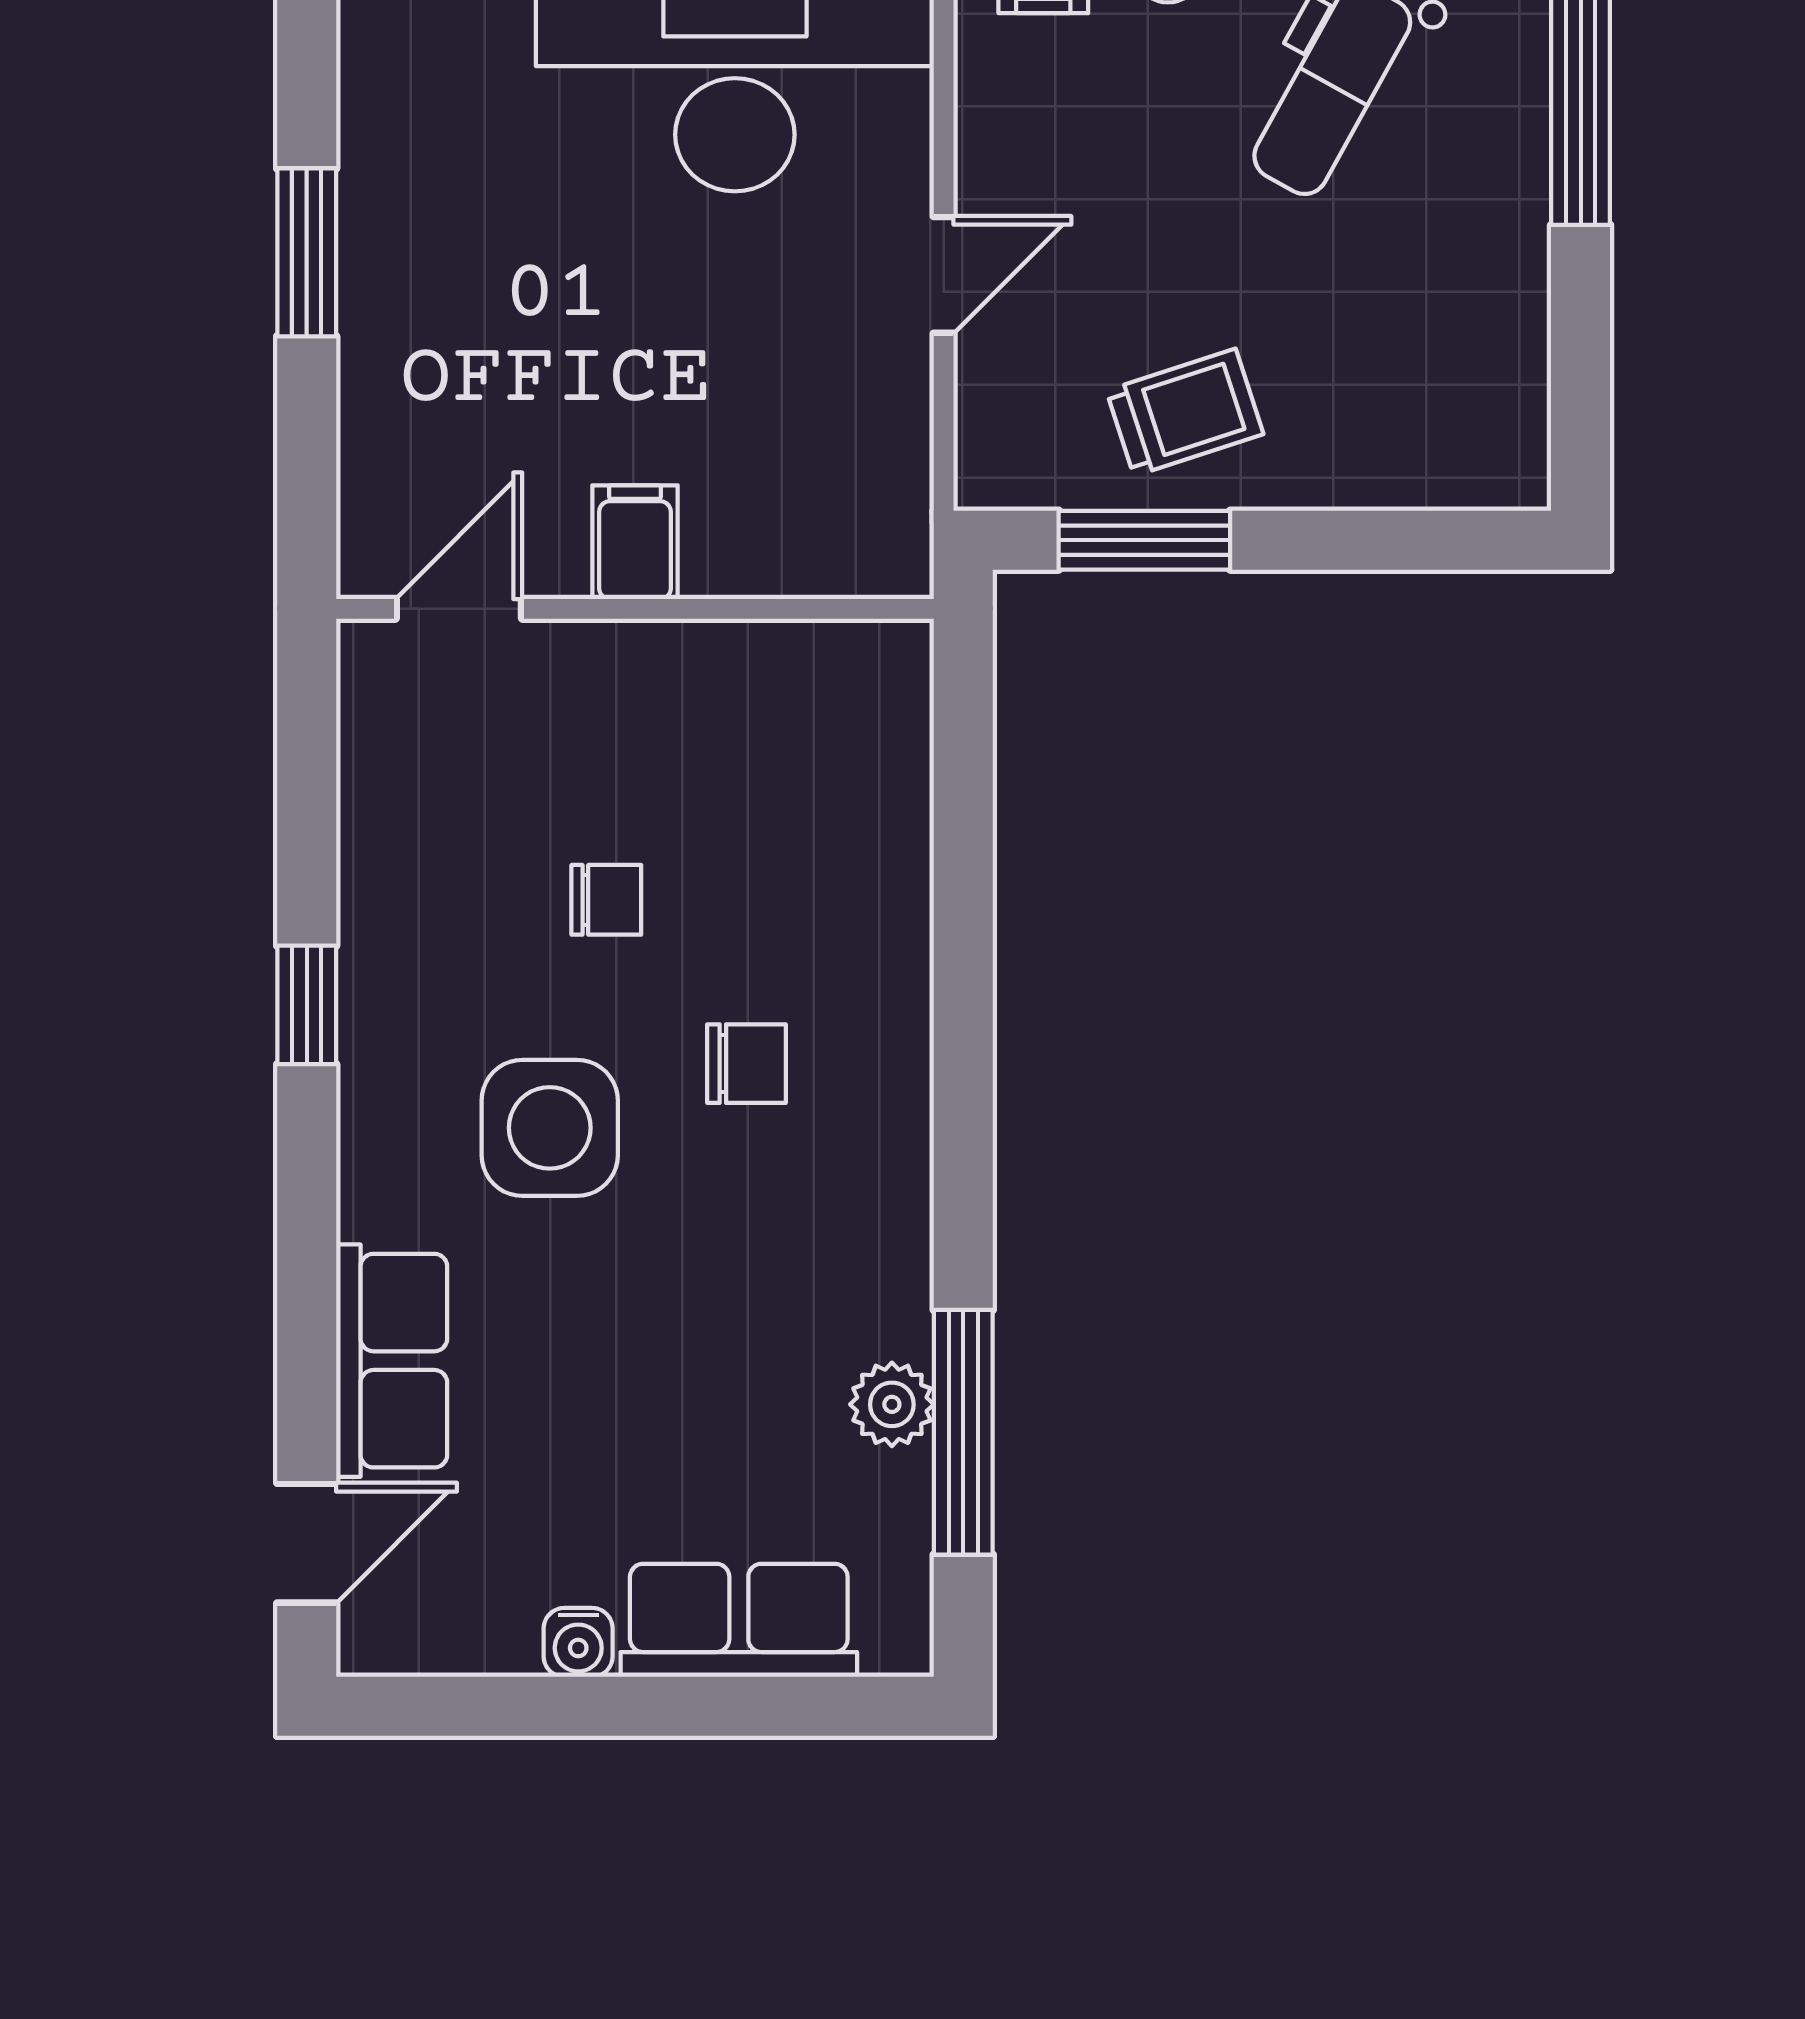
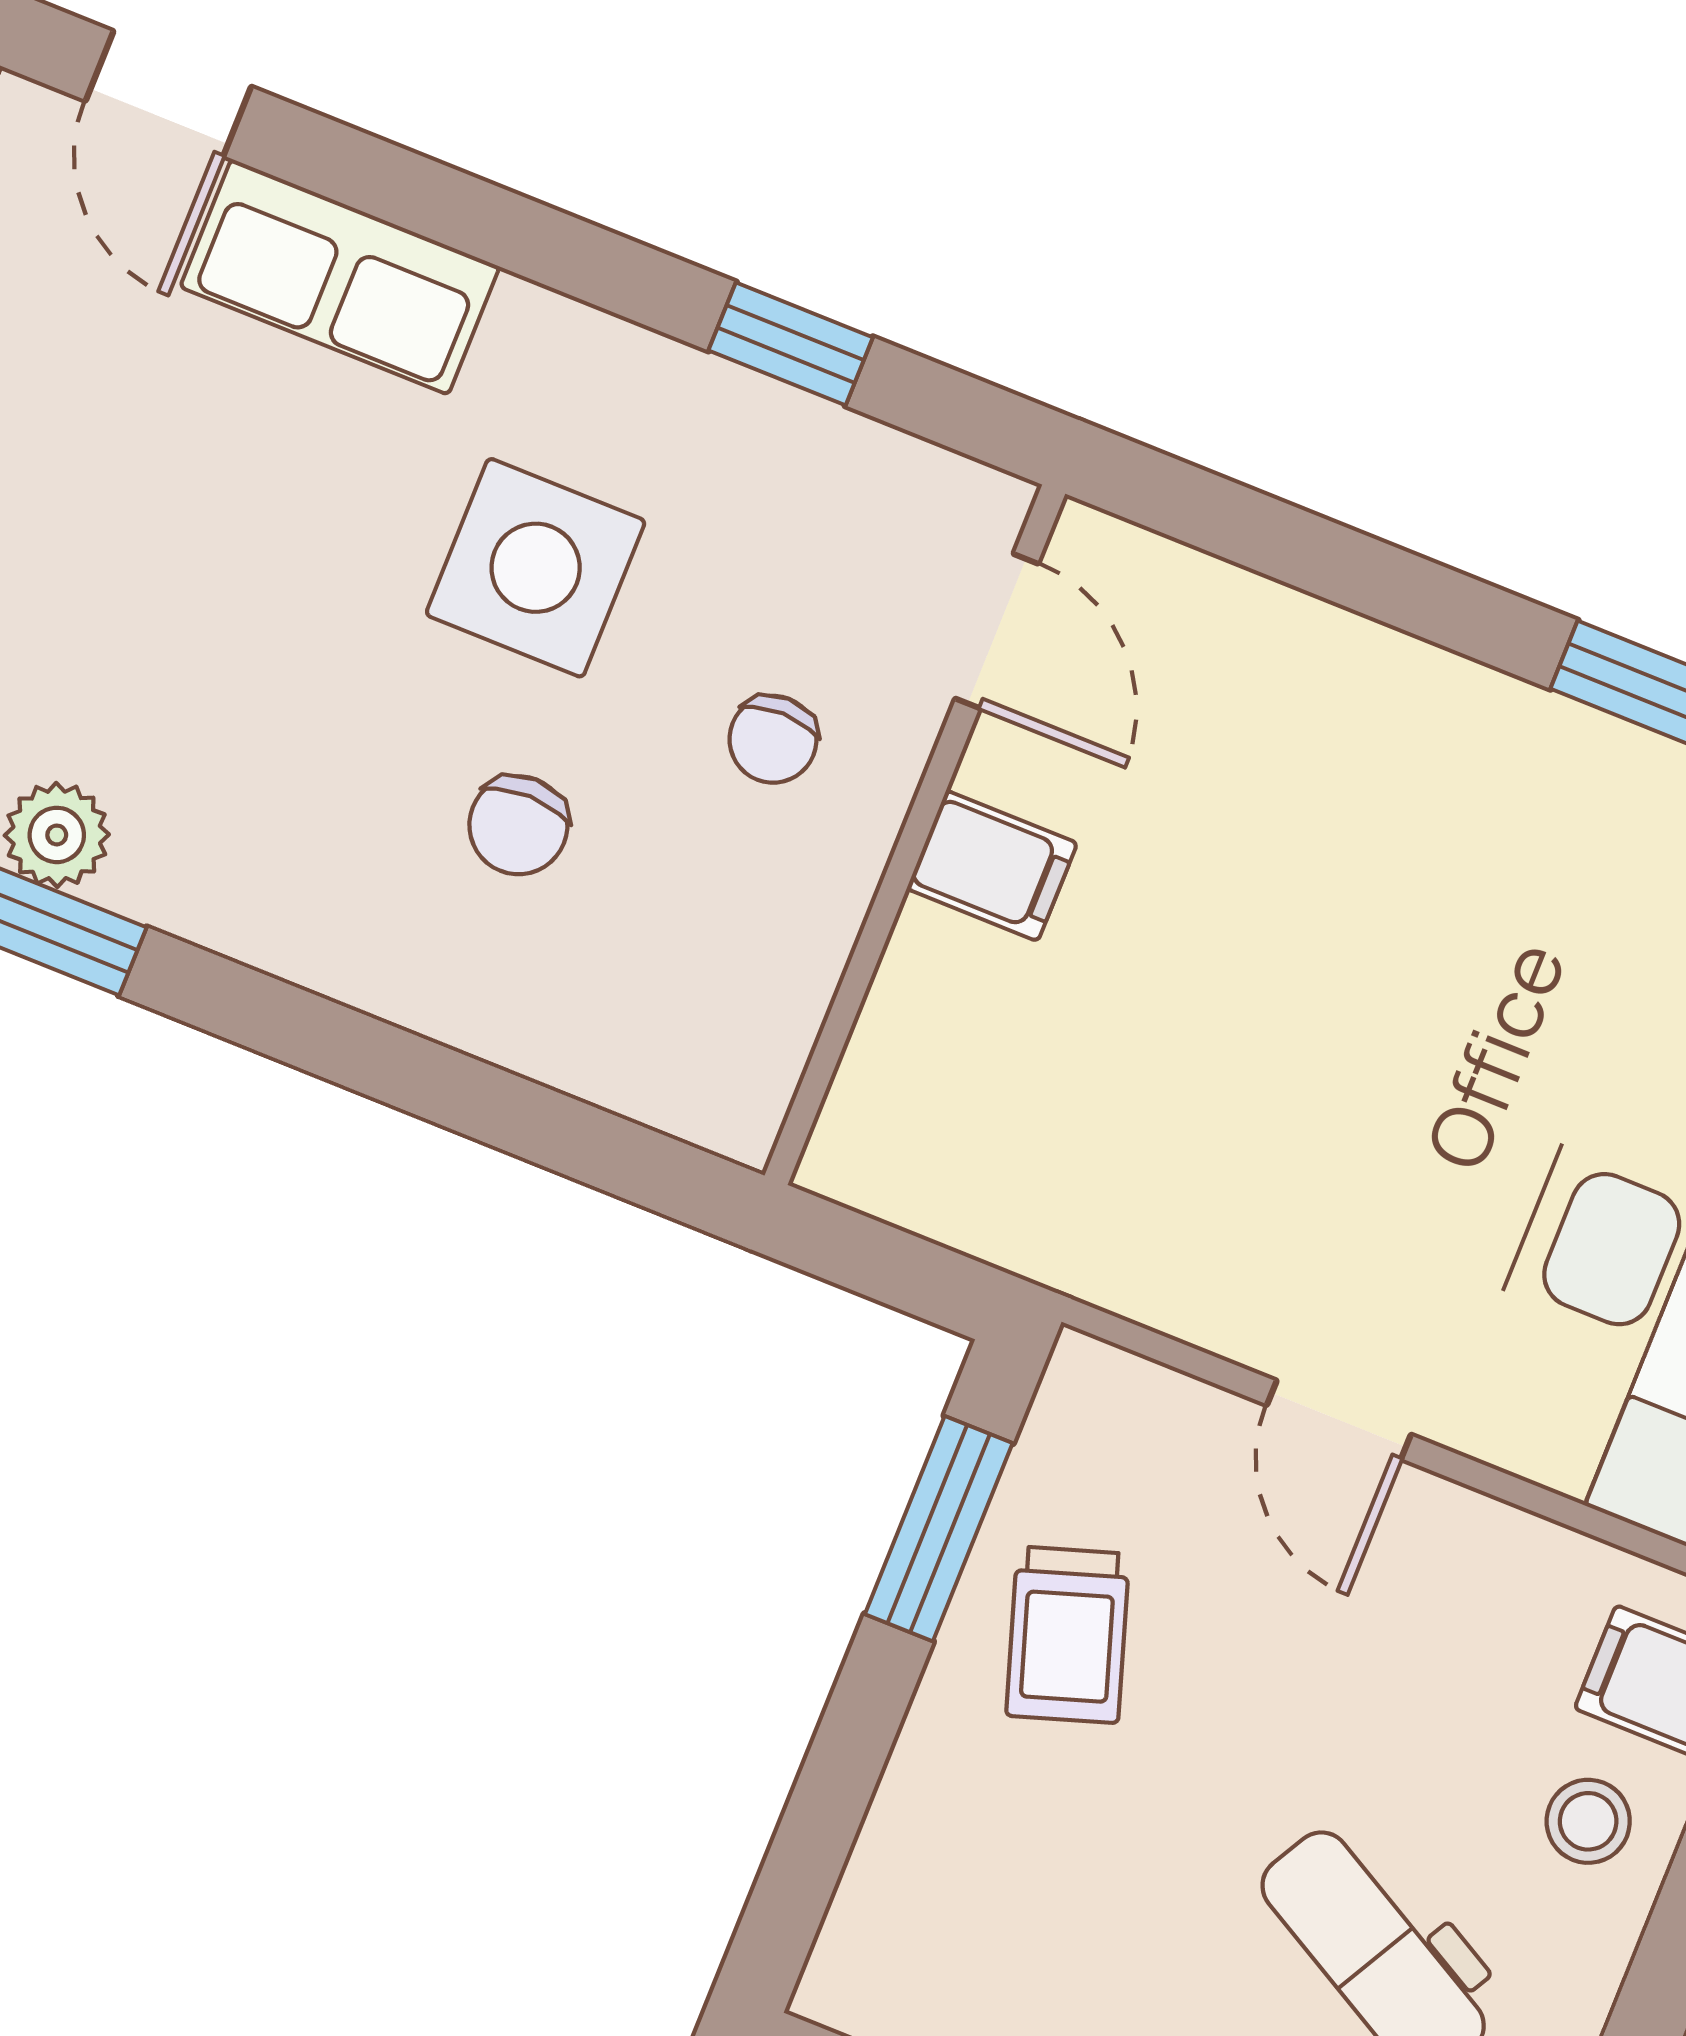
filing cabinet: (635, 542) -> (992, 866), moved
door: (459, 609) -> (997, 631), moved
wall: (635, 609) -> (915, 835), moved

